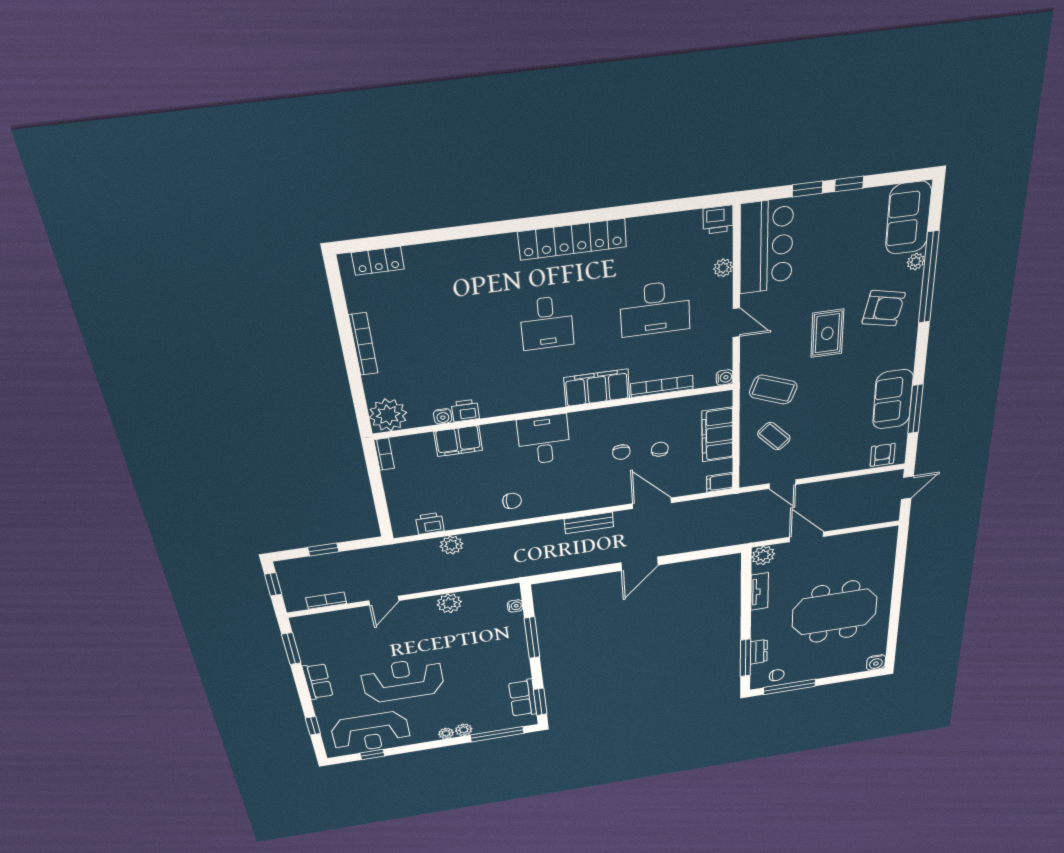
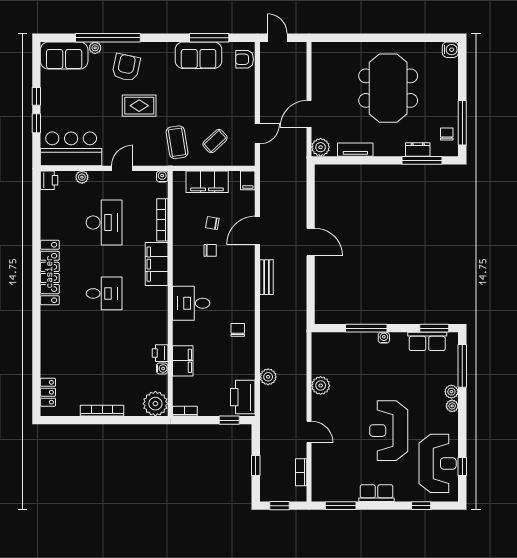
coffee table: (773, 390) -> (177, 142), turned -30
window: (382, 510) -> (229, 420), added
printer: (430, 523) -> (243, 397), width x1.87, depth x1.48
water cooler: (515, 606) -> (384, 338), moved

